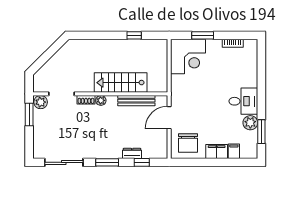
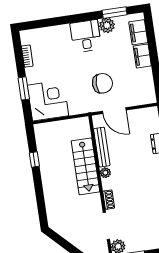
plant: (101, 100) -> (105, 173), moved
chair: (188, 143) -> (102, 83), moved
filing cabinet: (234, 151) -> (138, 32), width x2.00

